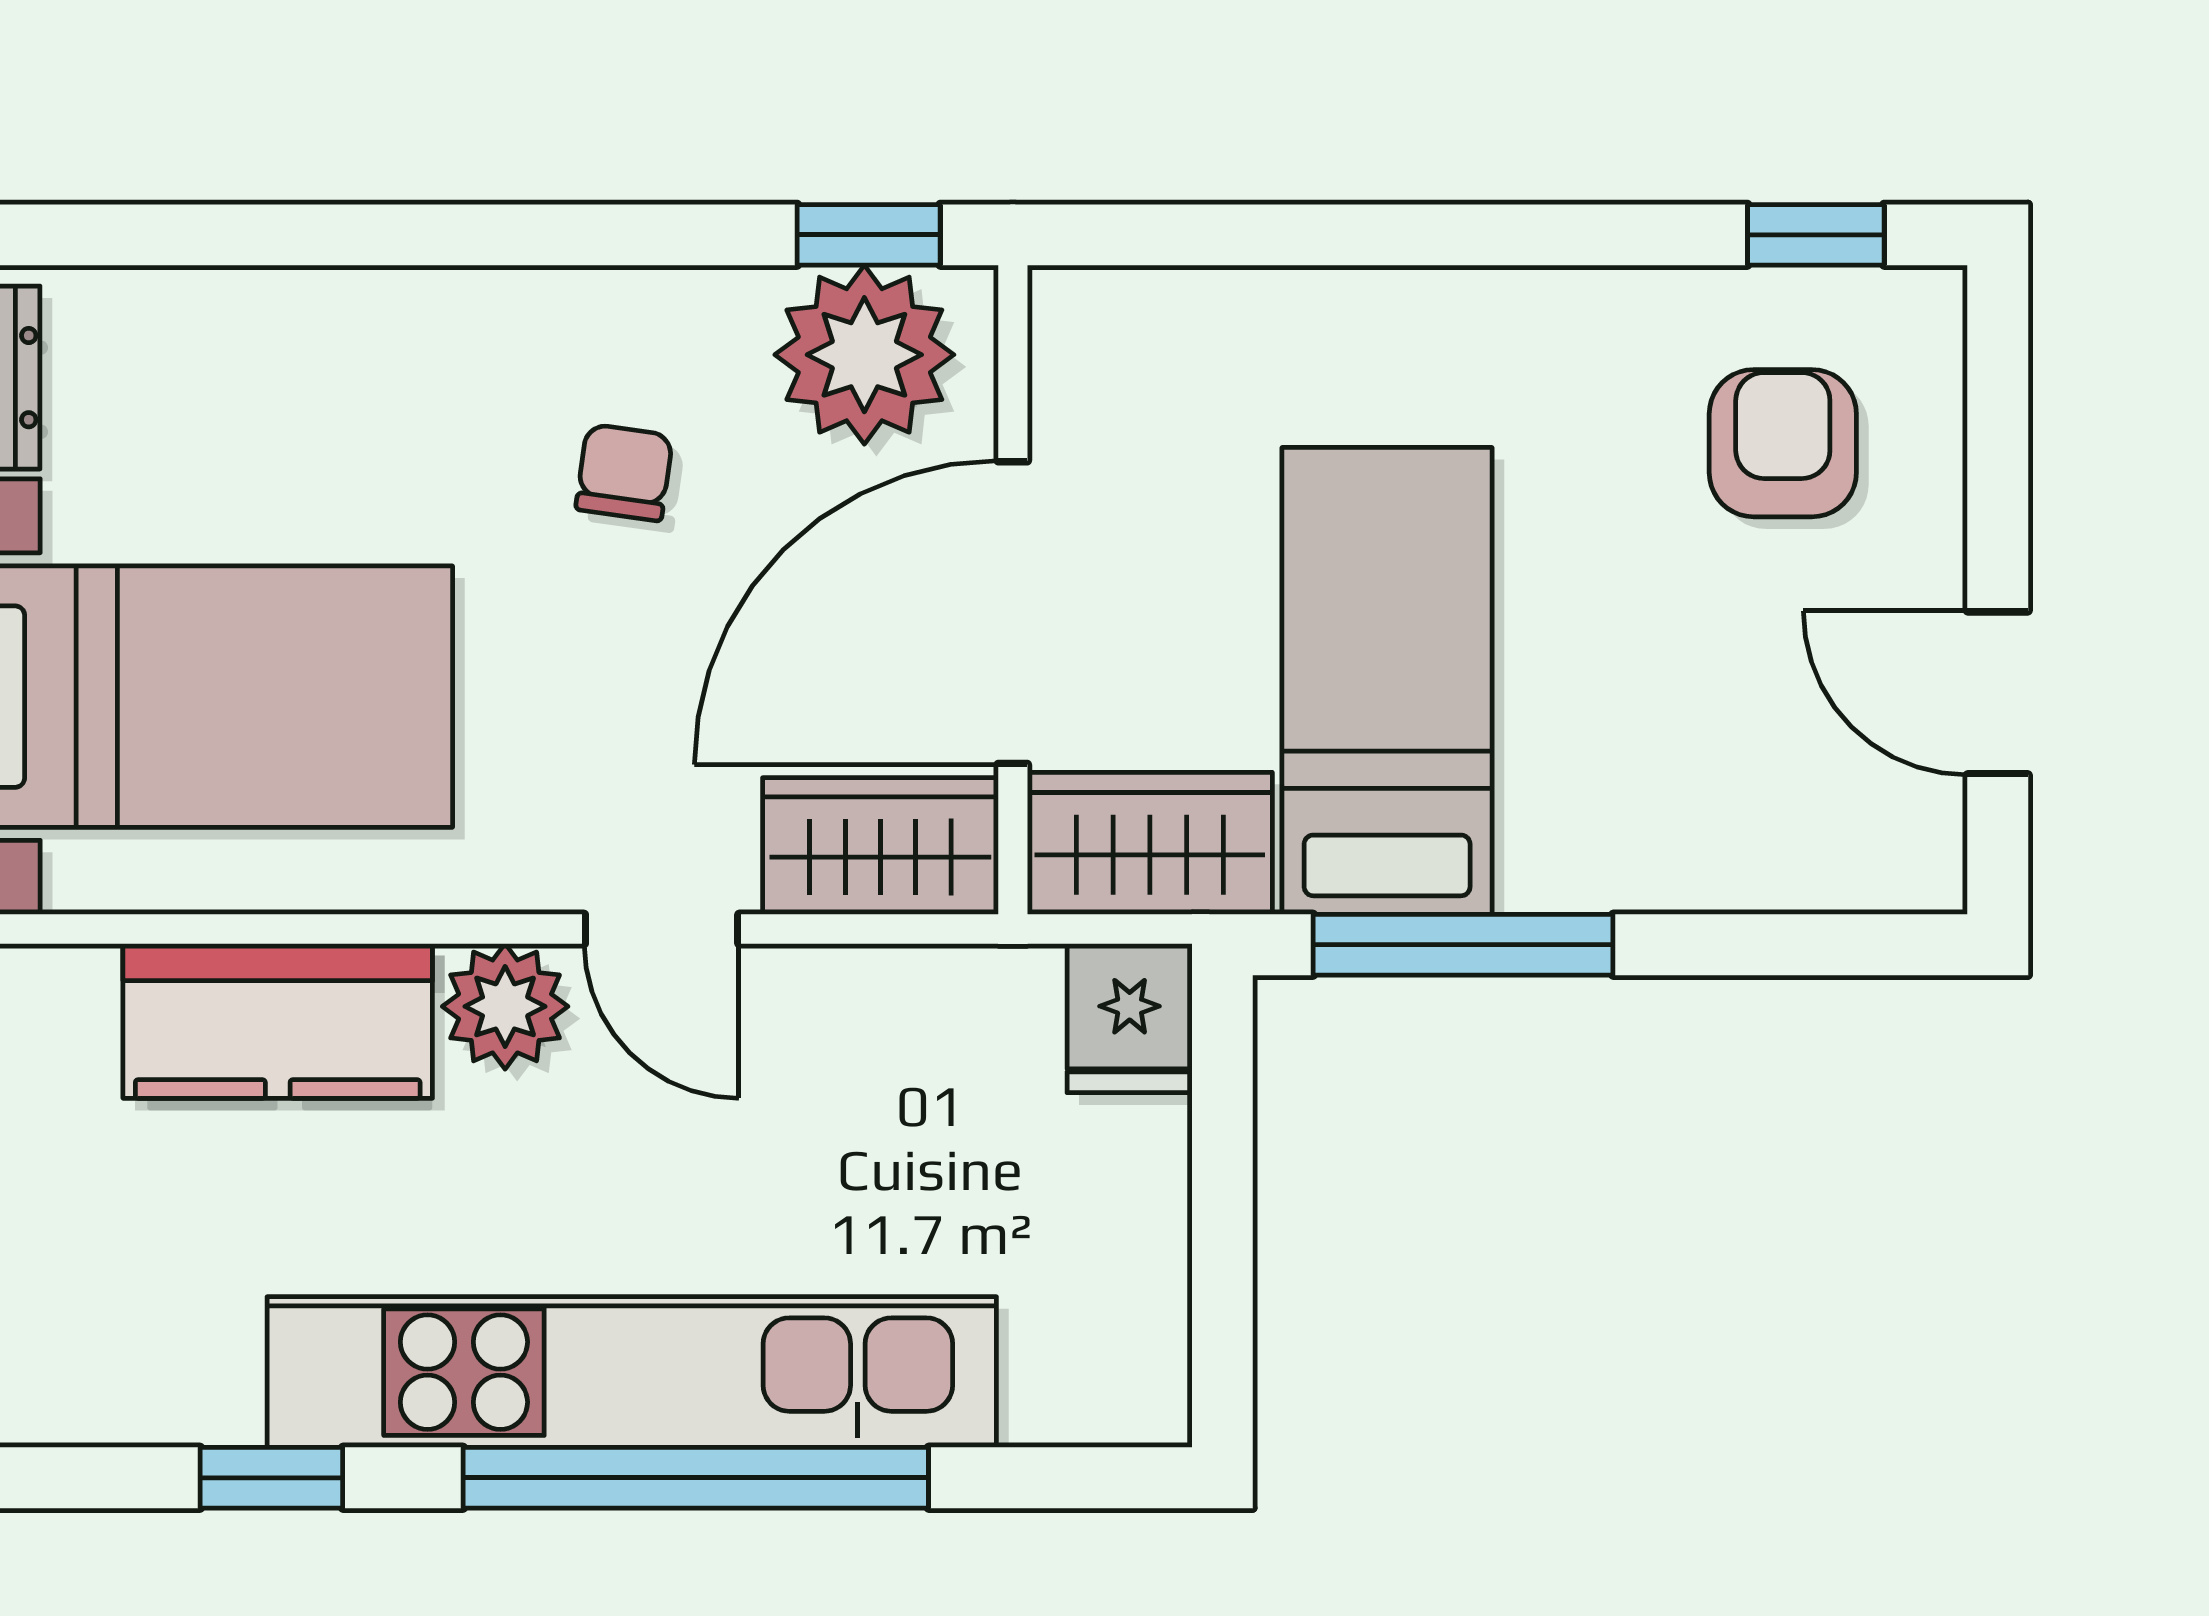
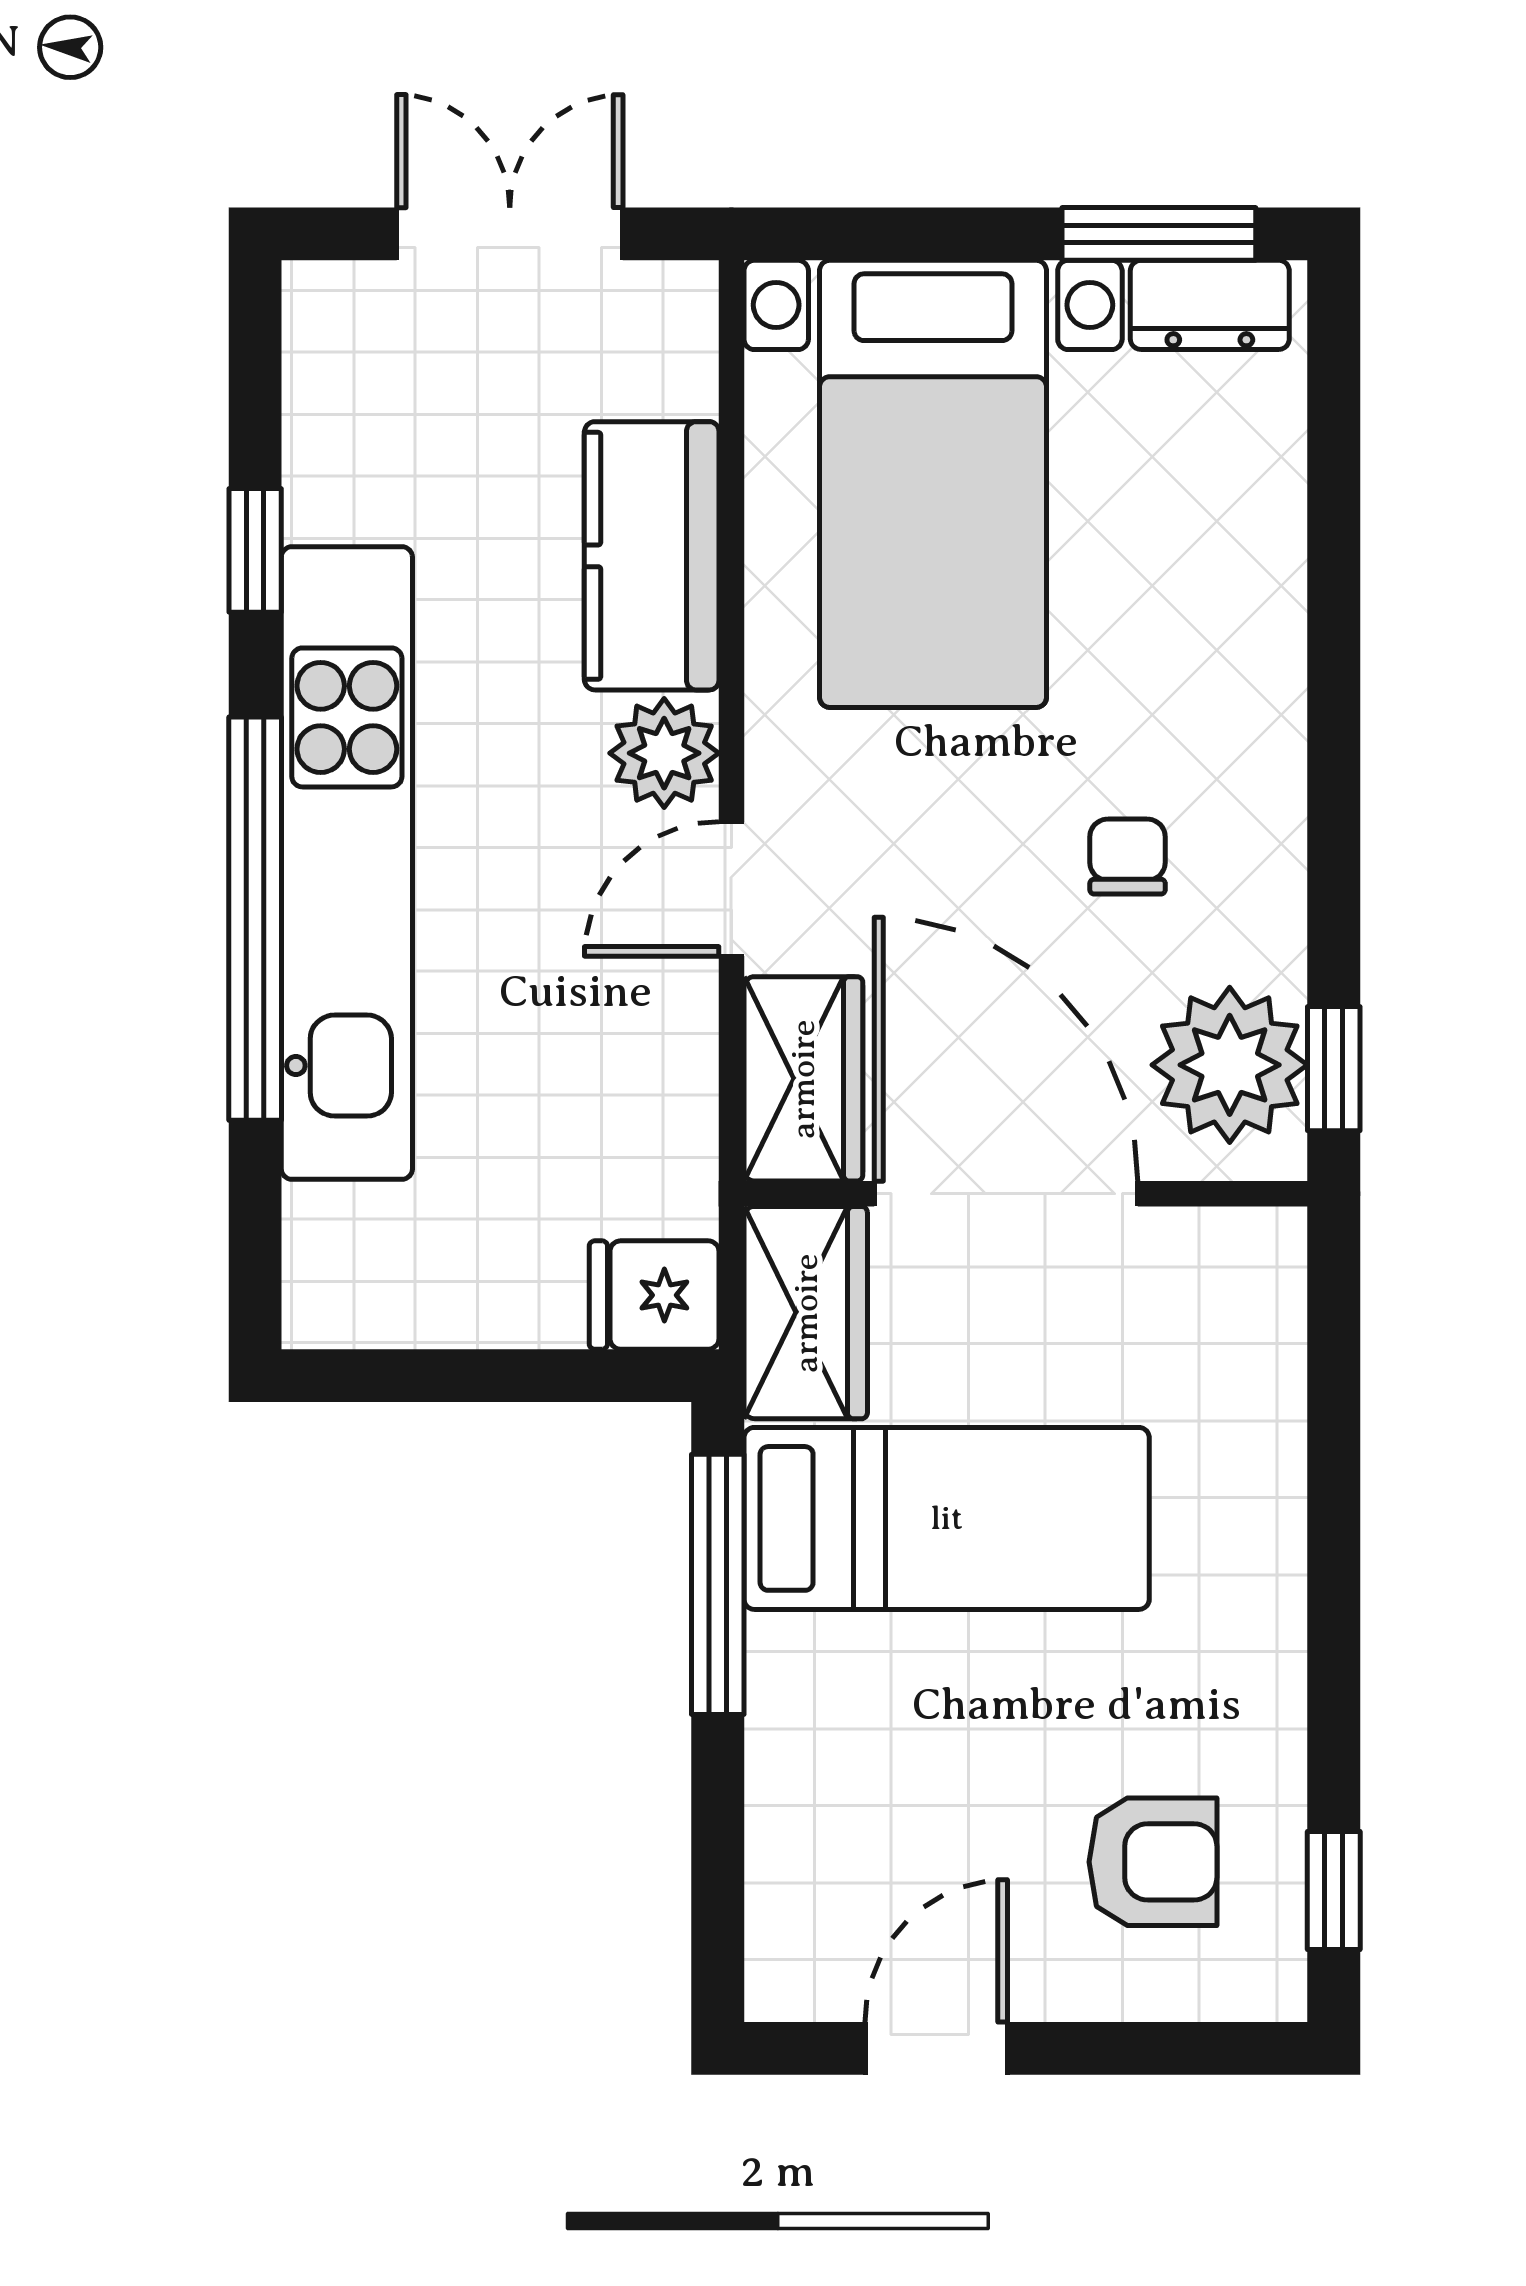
chair: (624, 472) -> (1128, 856), turned -98

